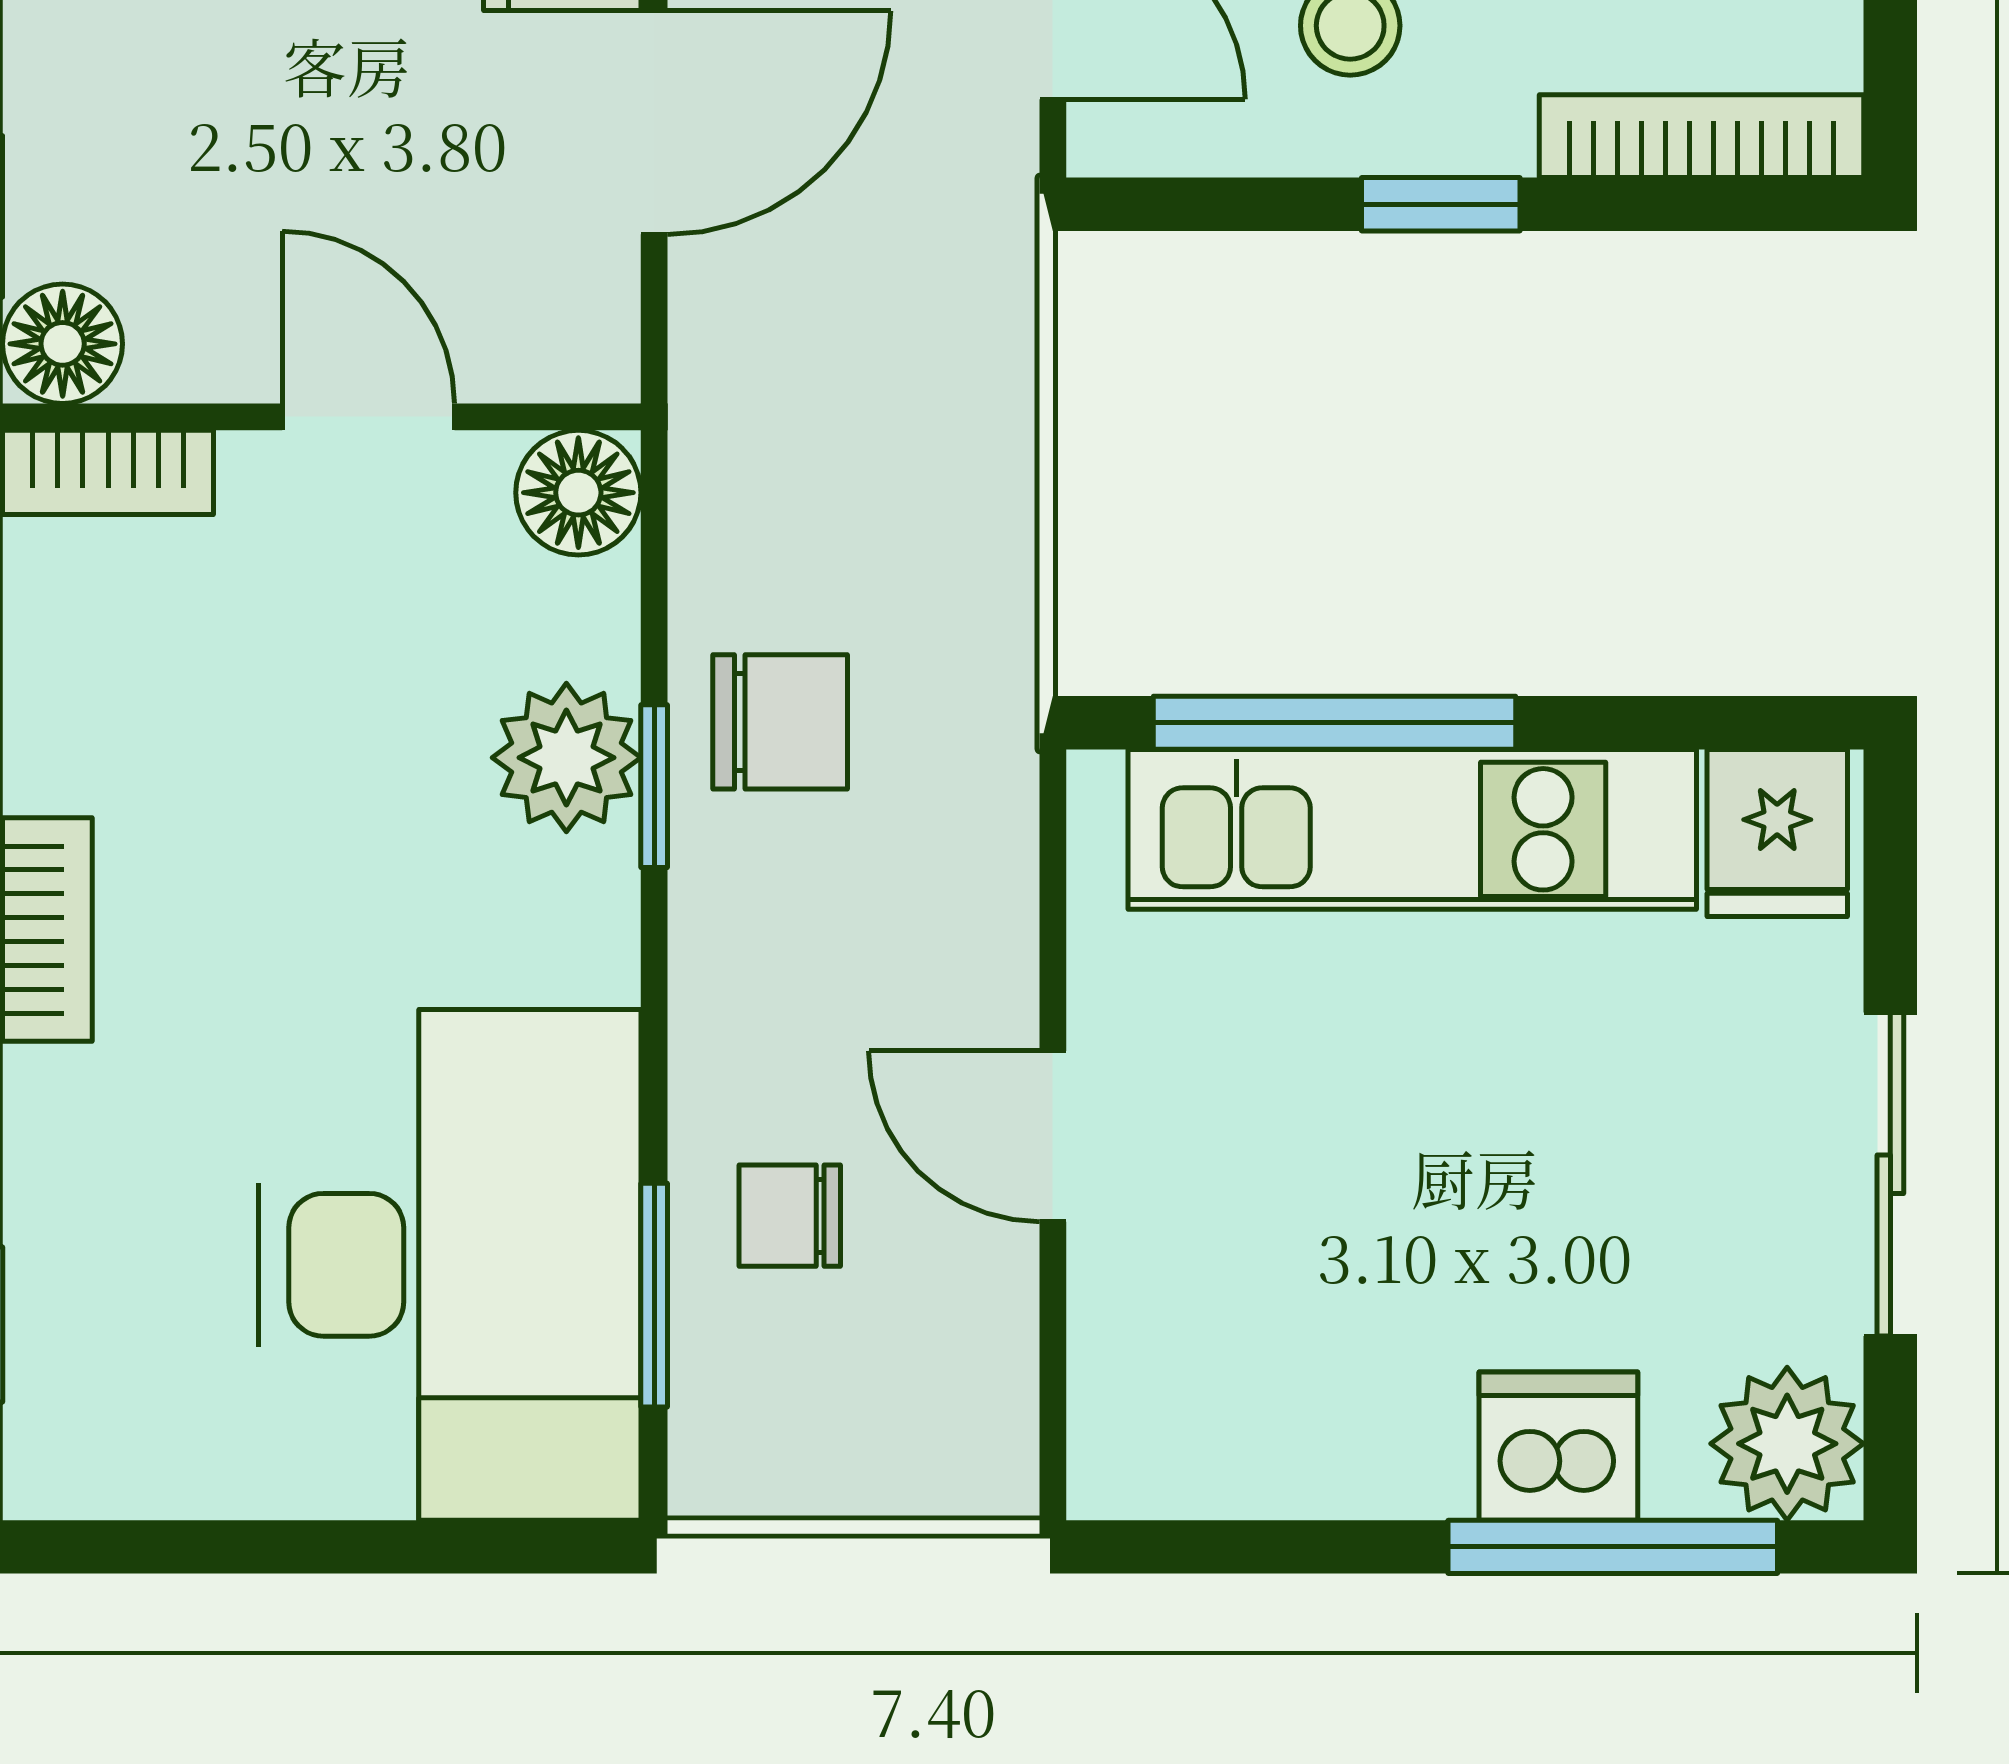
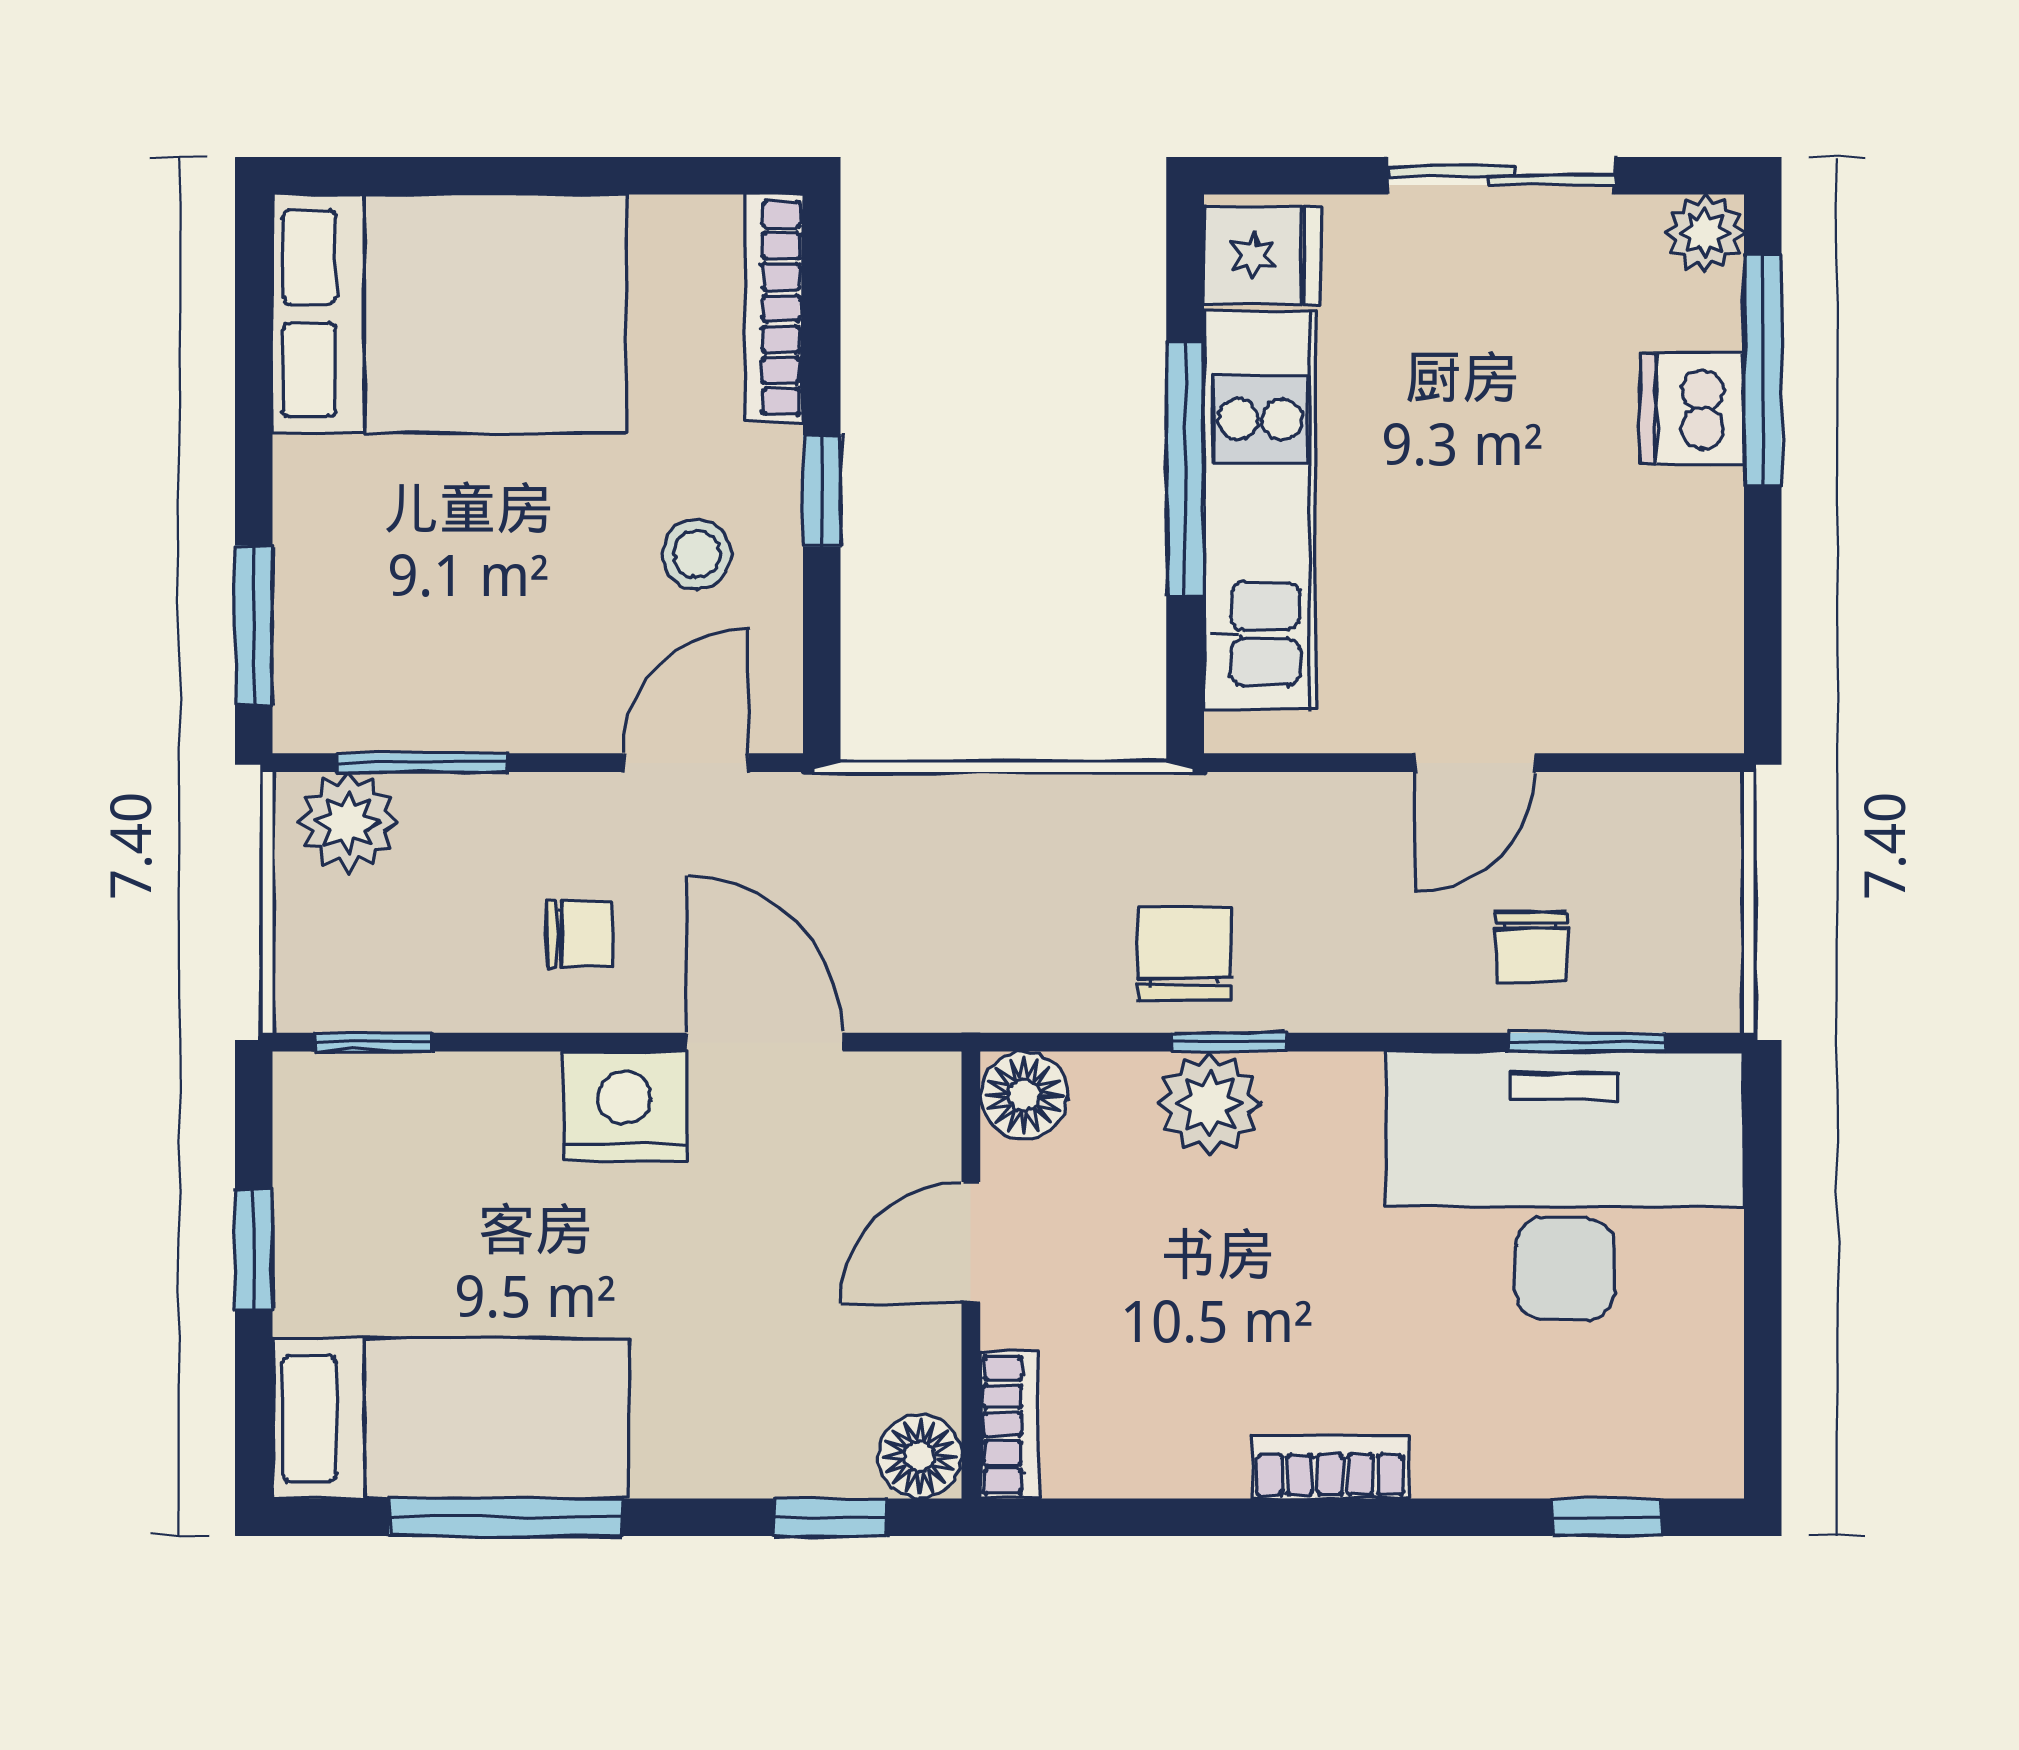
window: (1334, 723) -> (1185, 469), moved
plant: (1787, 1444) -> (1705, 233), width x0.73, depth x0.73

